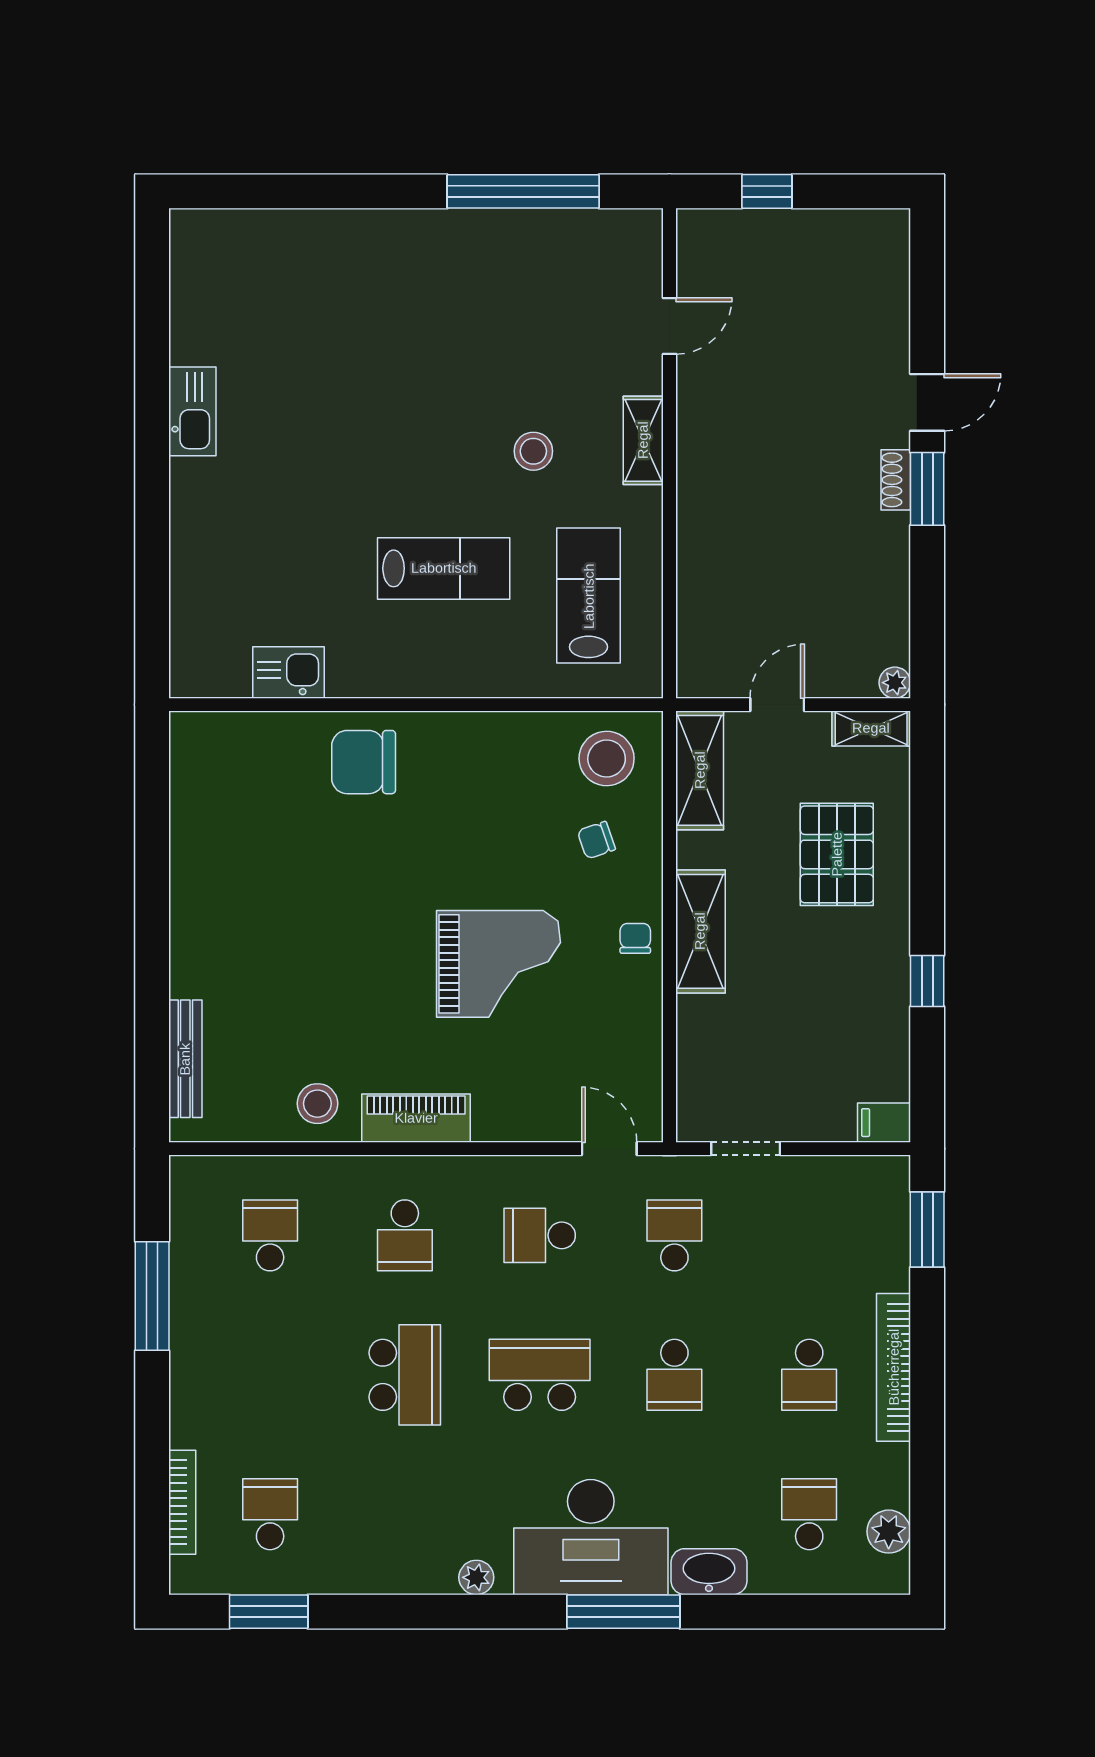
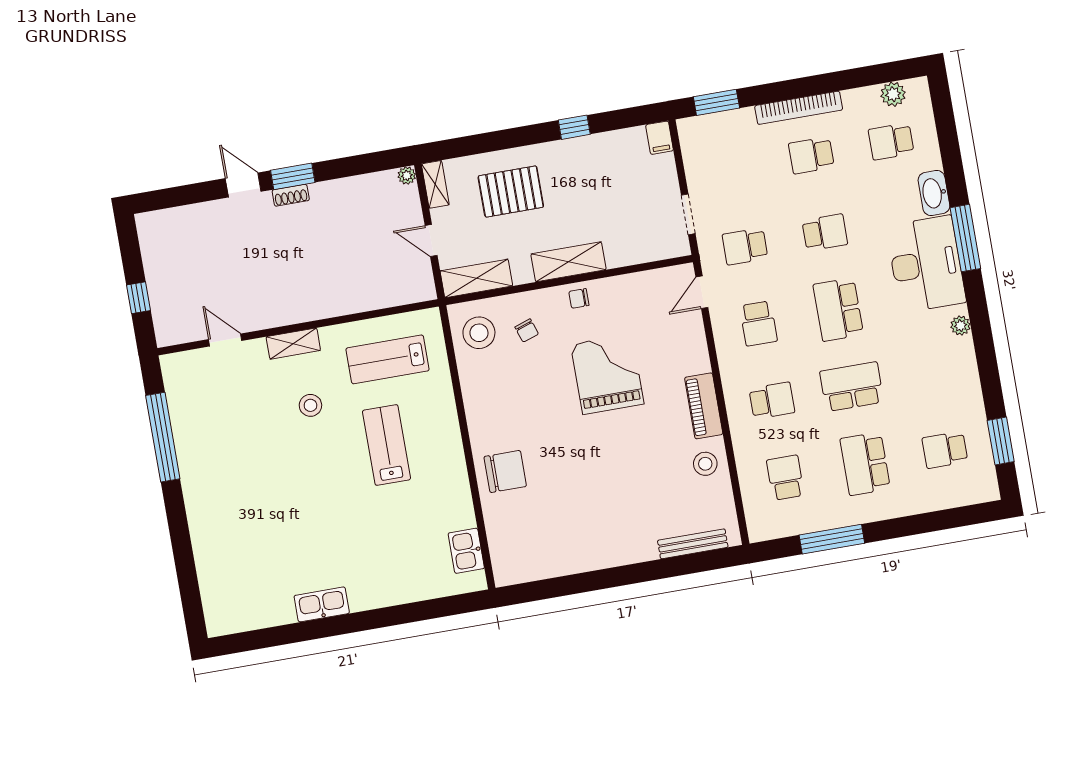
kitchen sink: (288, 672) -> (466, 551), moved
chair: (364, 762) -> (505, 471), turned -90
school desk: (270, 1235) -> (785, 478), turned 90
school desk: (270, 1375) -> (865, 464), added
school desk: (809, 1375) -> (811, 155), turned 180
bookcase: (182, 1502) -> (947, 501), removed

